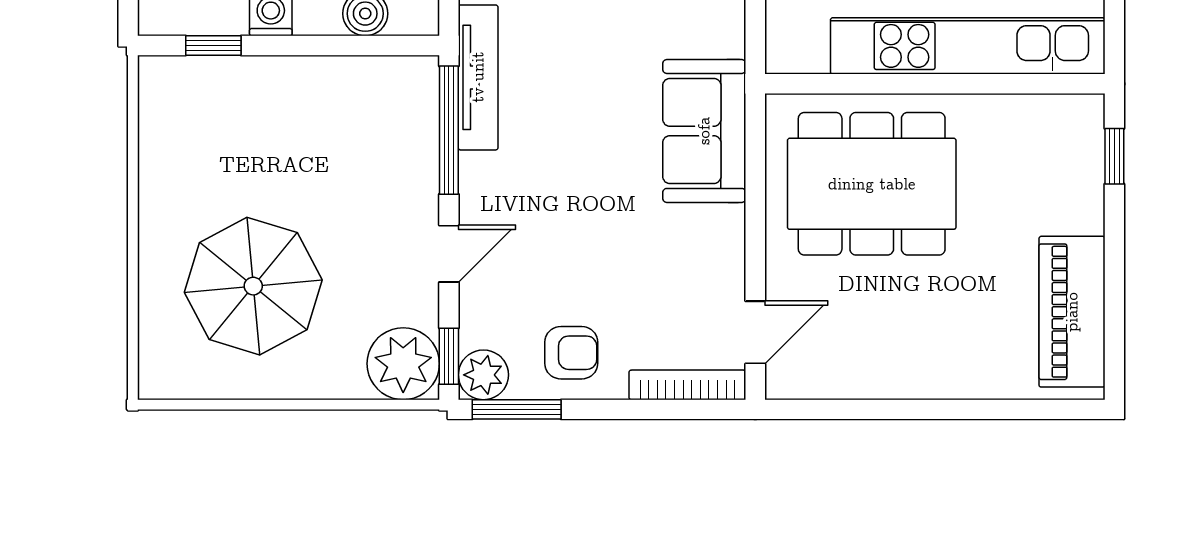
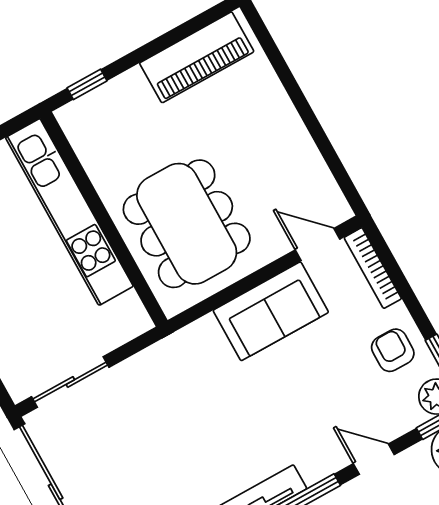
sofa: (704, 131) -> (271, 311), moved

